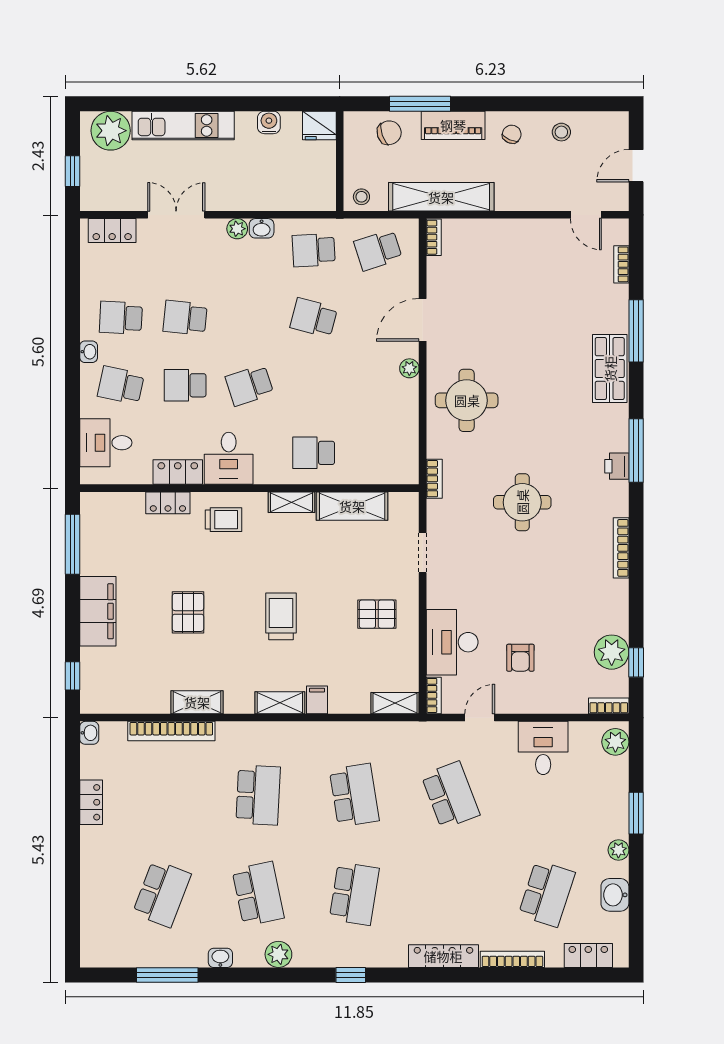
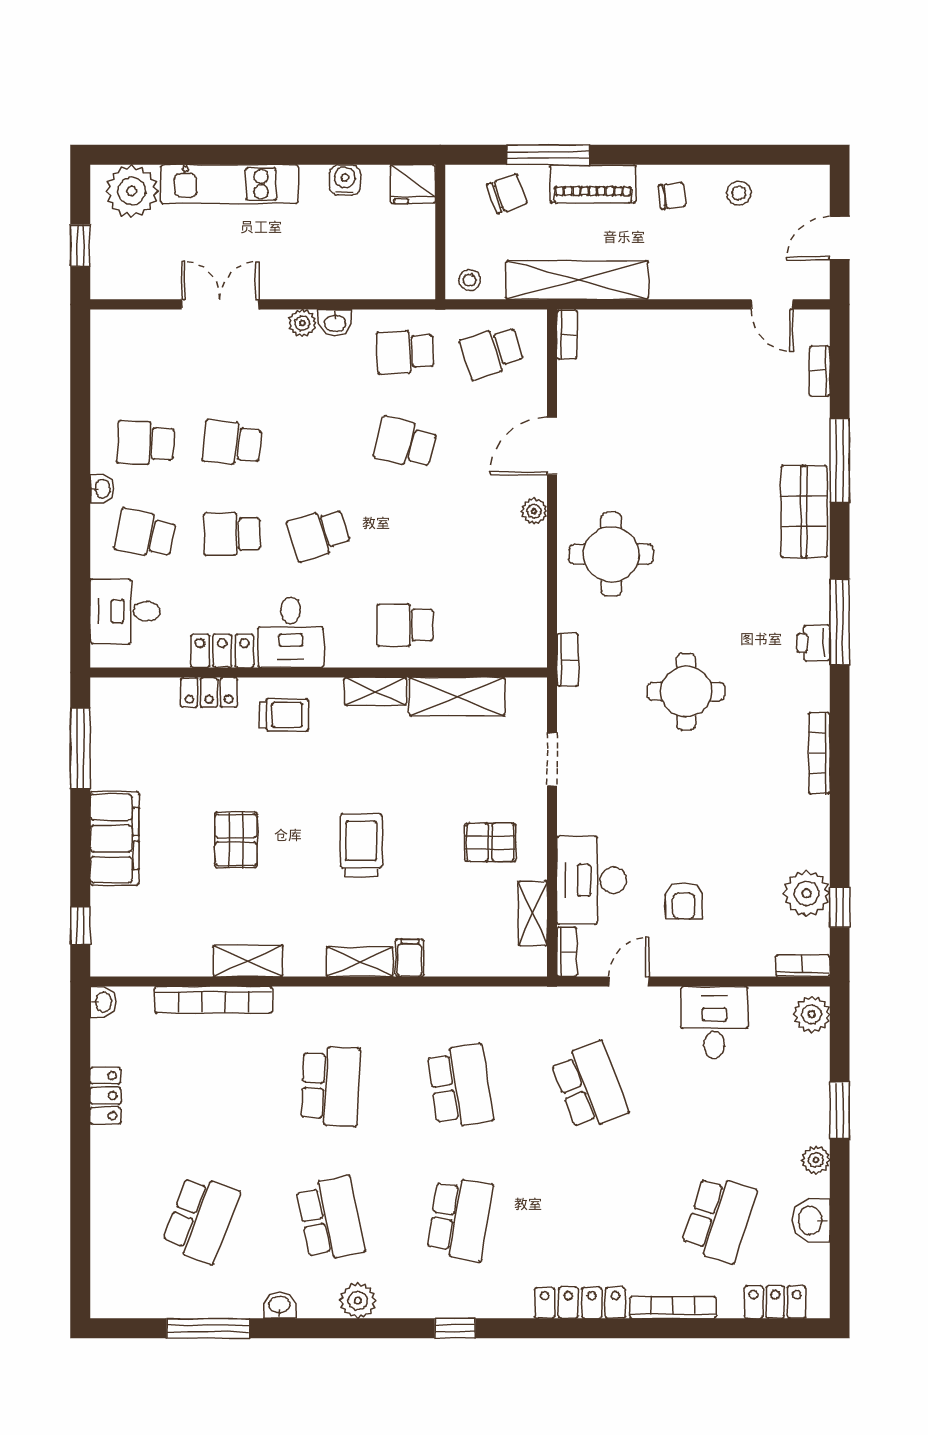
chair: (512, 134) -> (672, 196), turned 59
locker: (112, 231) -> (134, 326), removed
shelving: (395, 703) -> (533, 913), moved, turned 90

